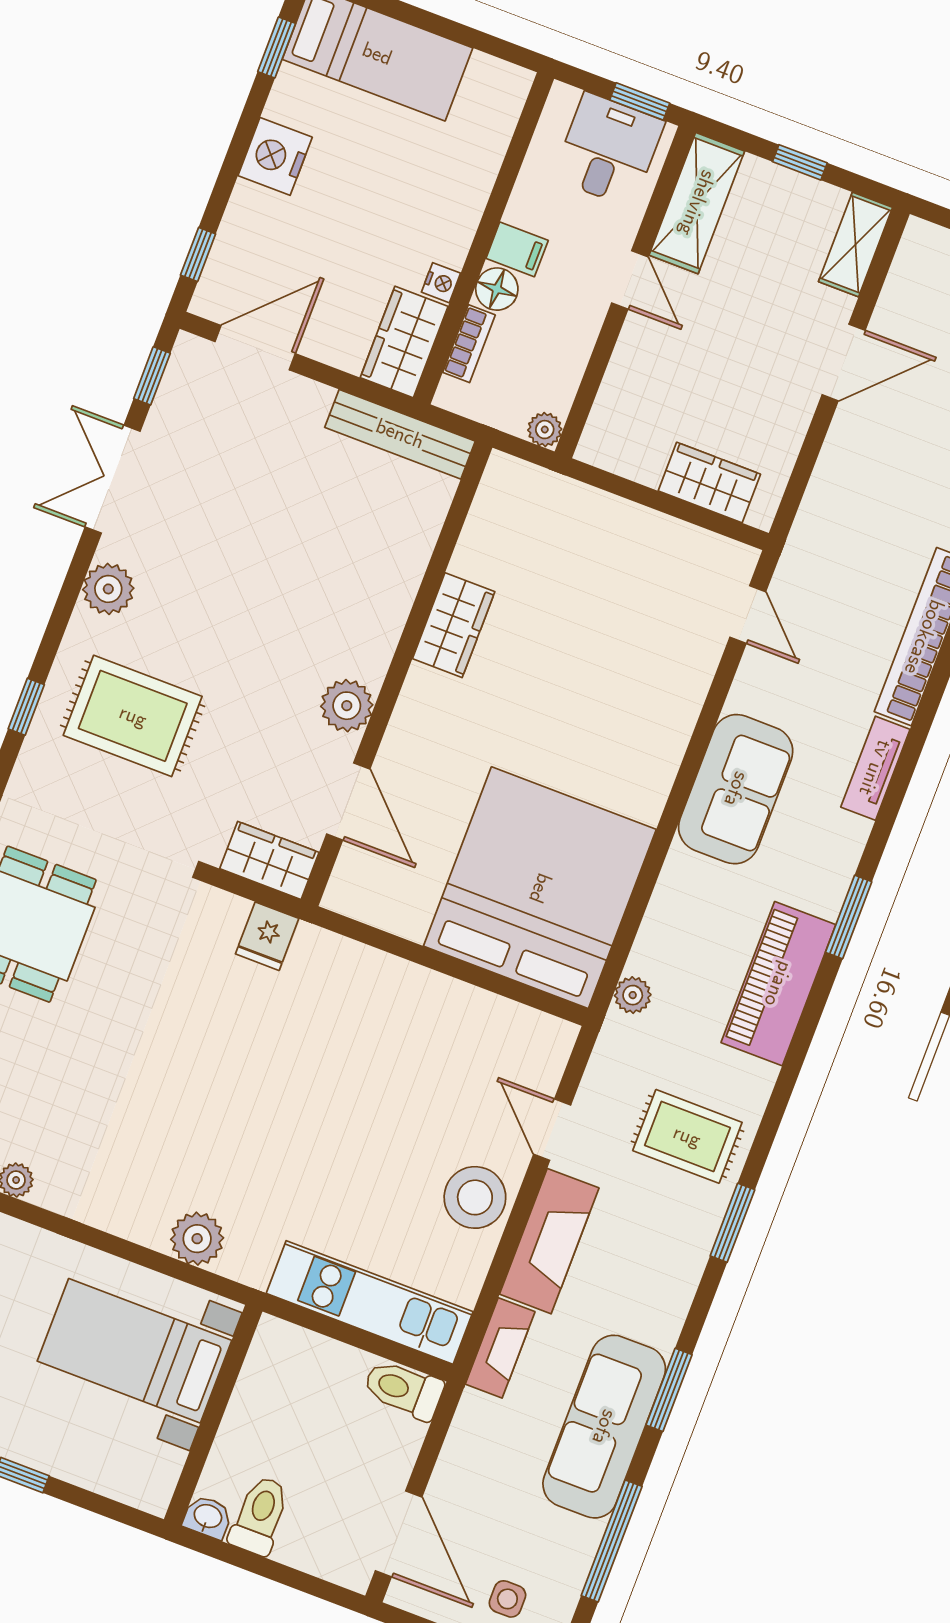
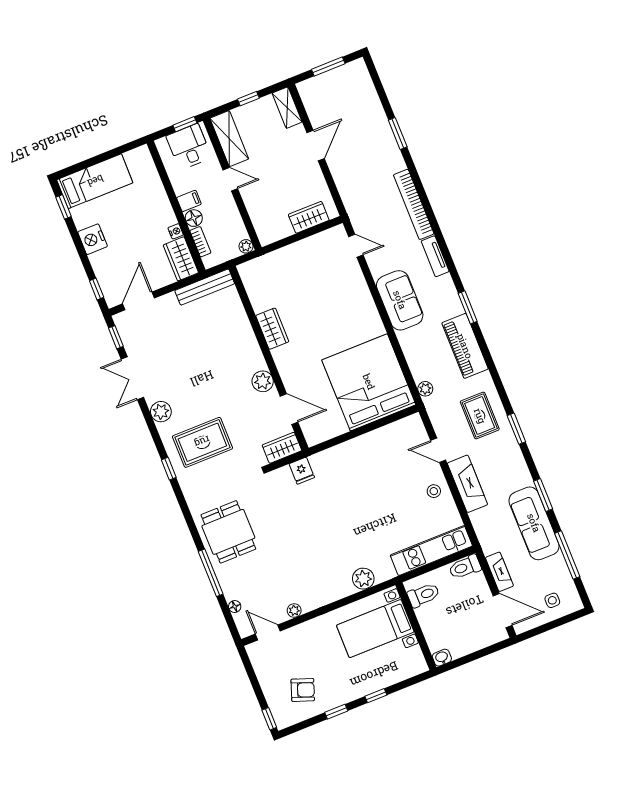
rug: (687, 1136) -> (480, 416), turned 90
stool: (475, 1197) -> (434, 491), width x0.53, depth x0.53
fireplace: (500, 1348) -> (499, 572), moved
toilet: (260, 1516) -> (423, 595), moved, turned 90

